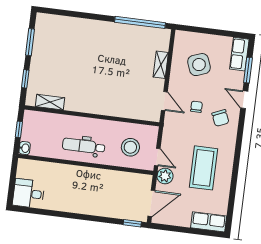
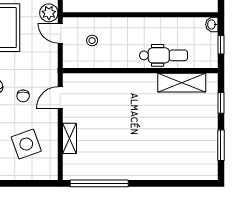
door: (164, 101) -> (60, 98), hinge flipped
shelving: (50, 102) -> (182, 83), width x1.50, depth x1.33
dental chair: (84, 146) -> (164, 55), moved
stool: (130, 147) -> (92, 41), width x0.53, depth x0.53

